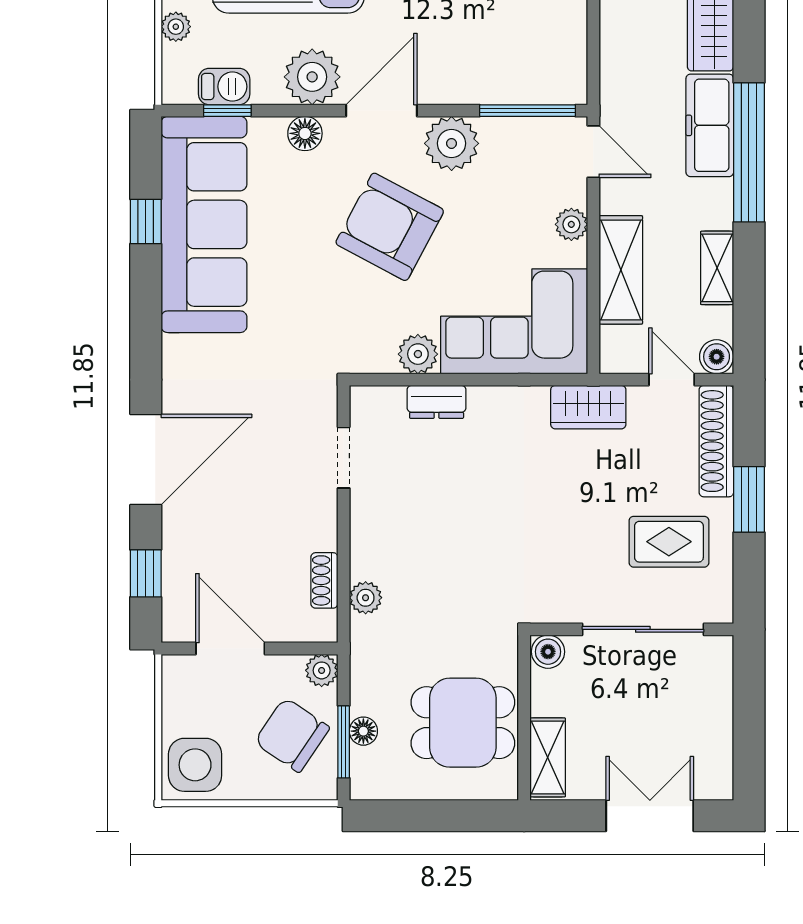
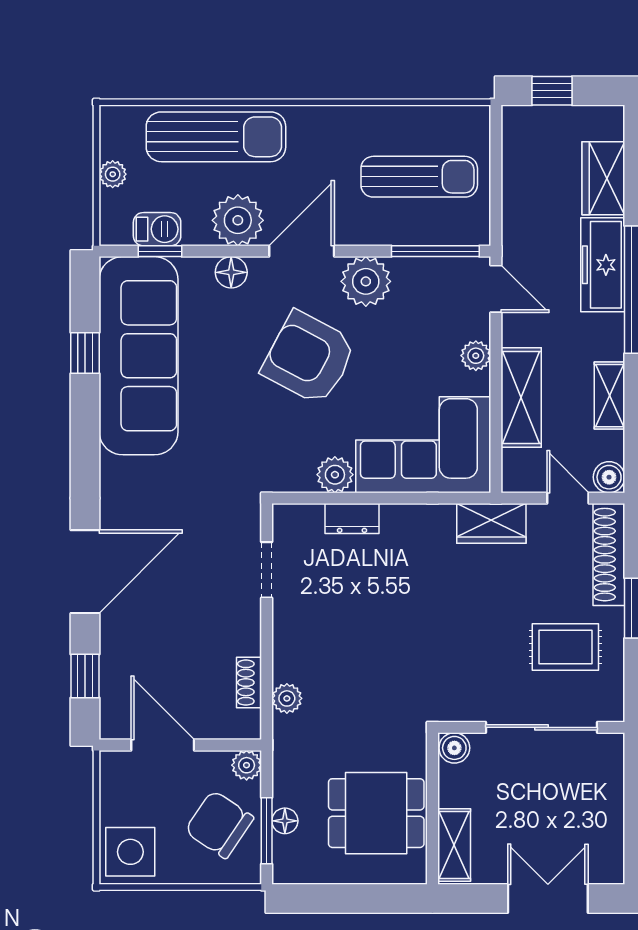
sun lounger: (510, 29) -> (419, 177), added

